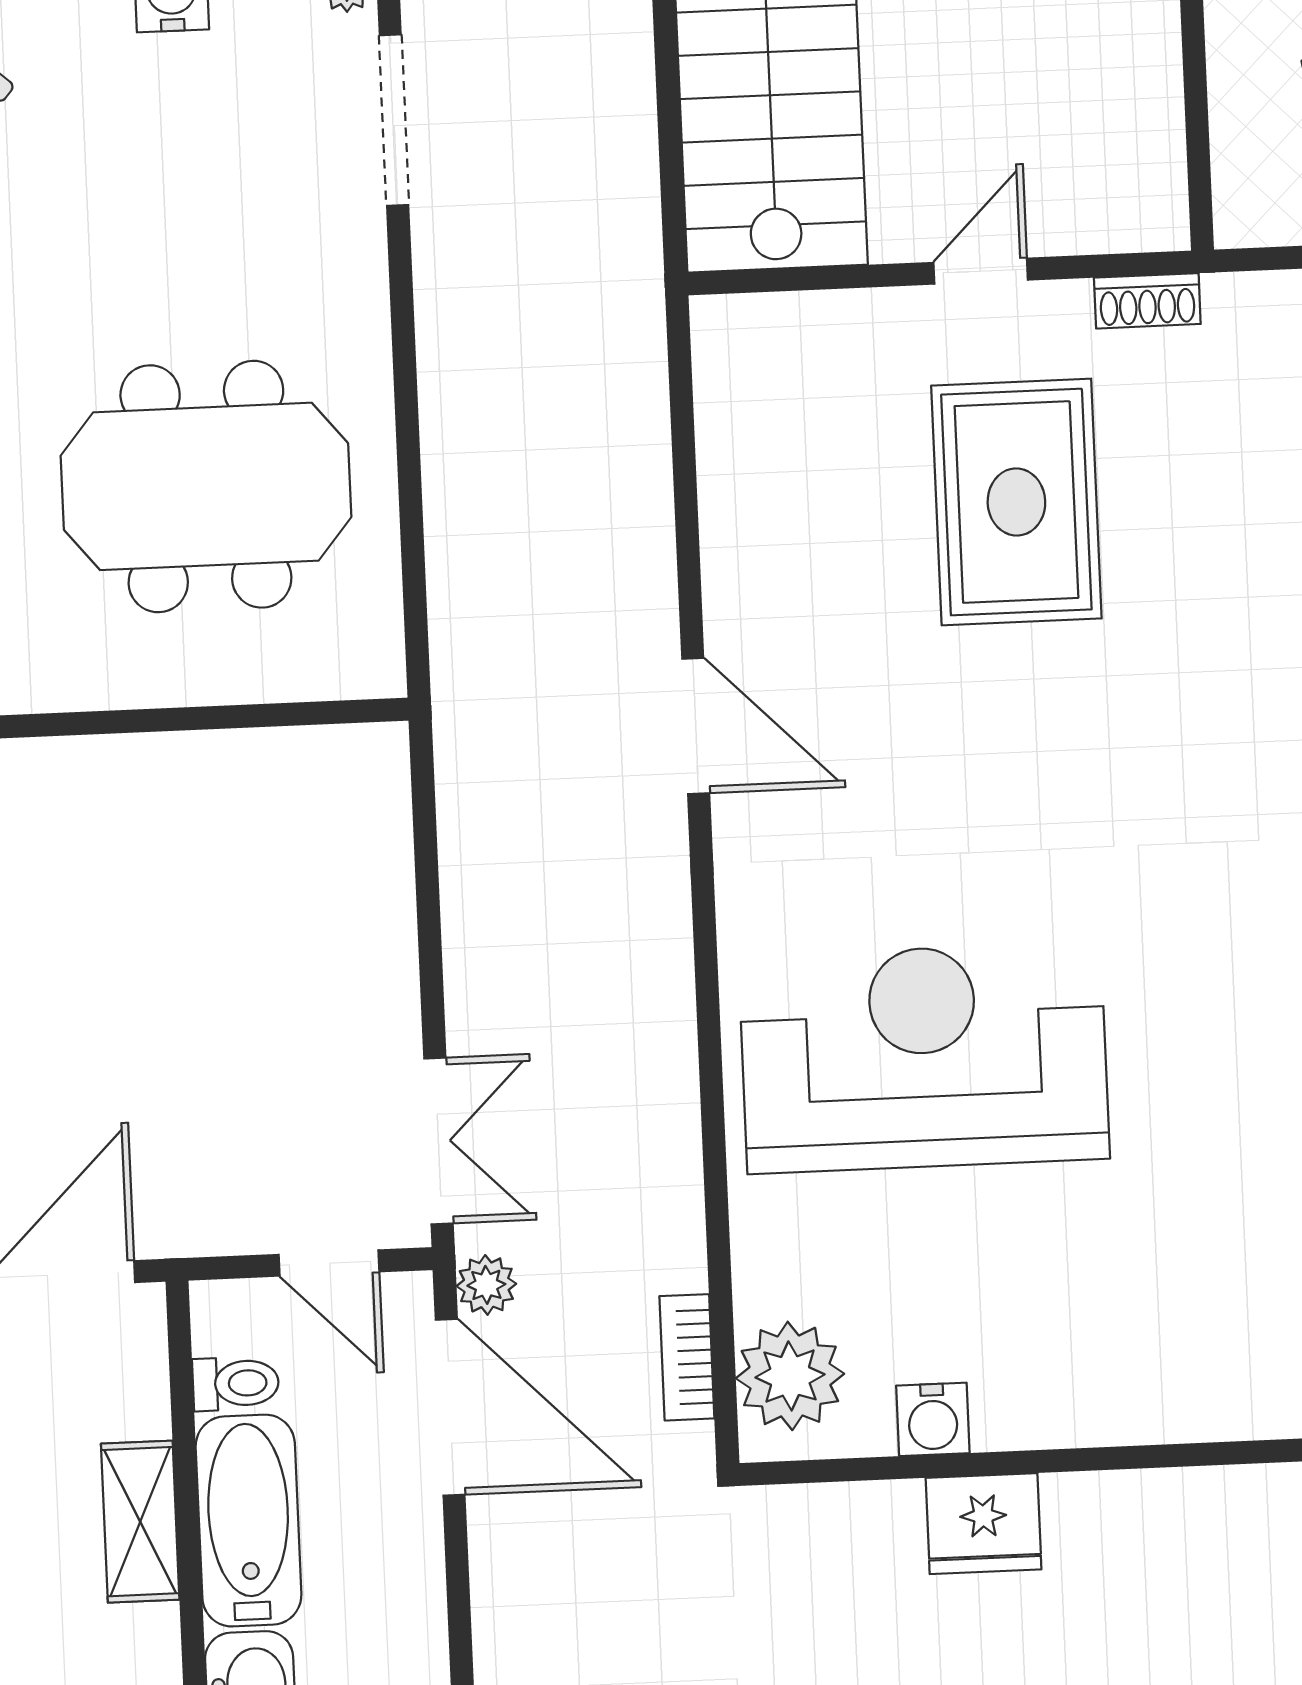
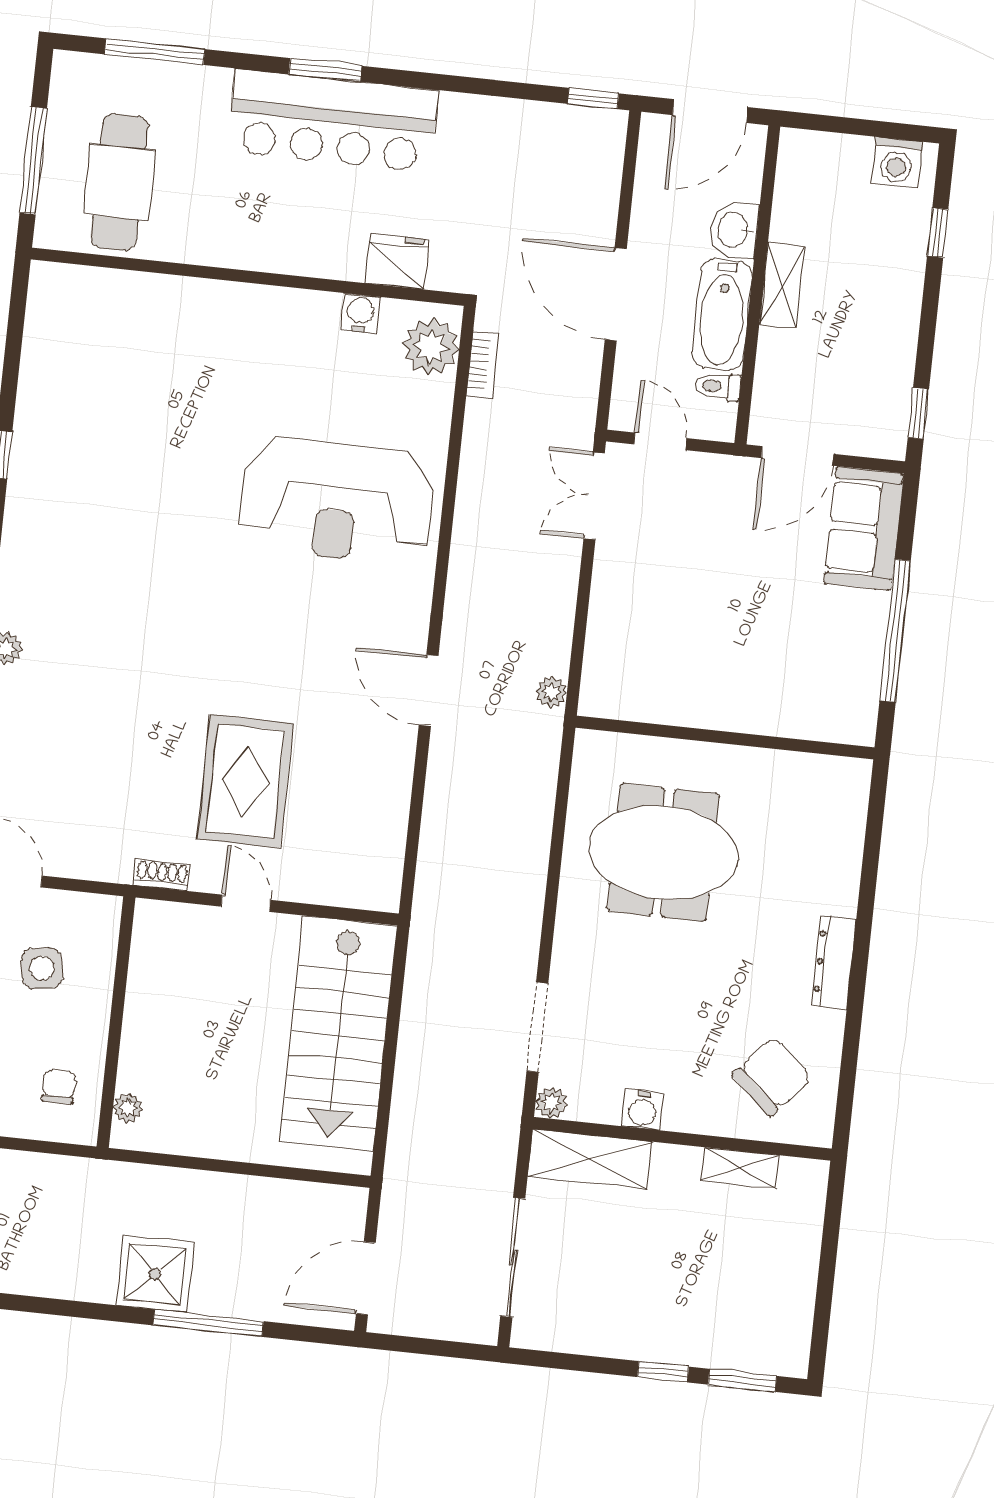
door: (981, 271) -> (246, 903), swing flipped
plant: (486, 1285) -> (551, 692), moved
door: (450, 1407) -> (616, 294), moved
shelving: (140, 1522) -> (782, 286), moved
fridge: (983, 1524) -> (397, 261), moved

